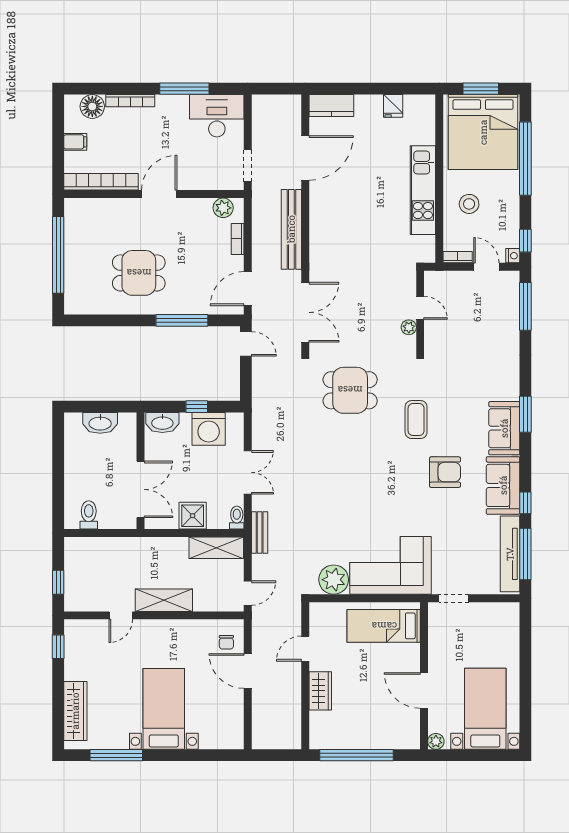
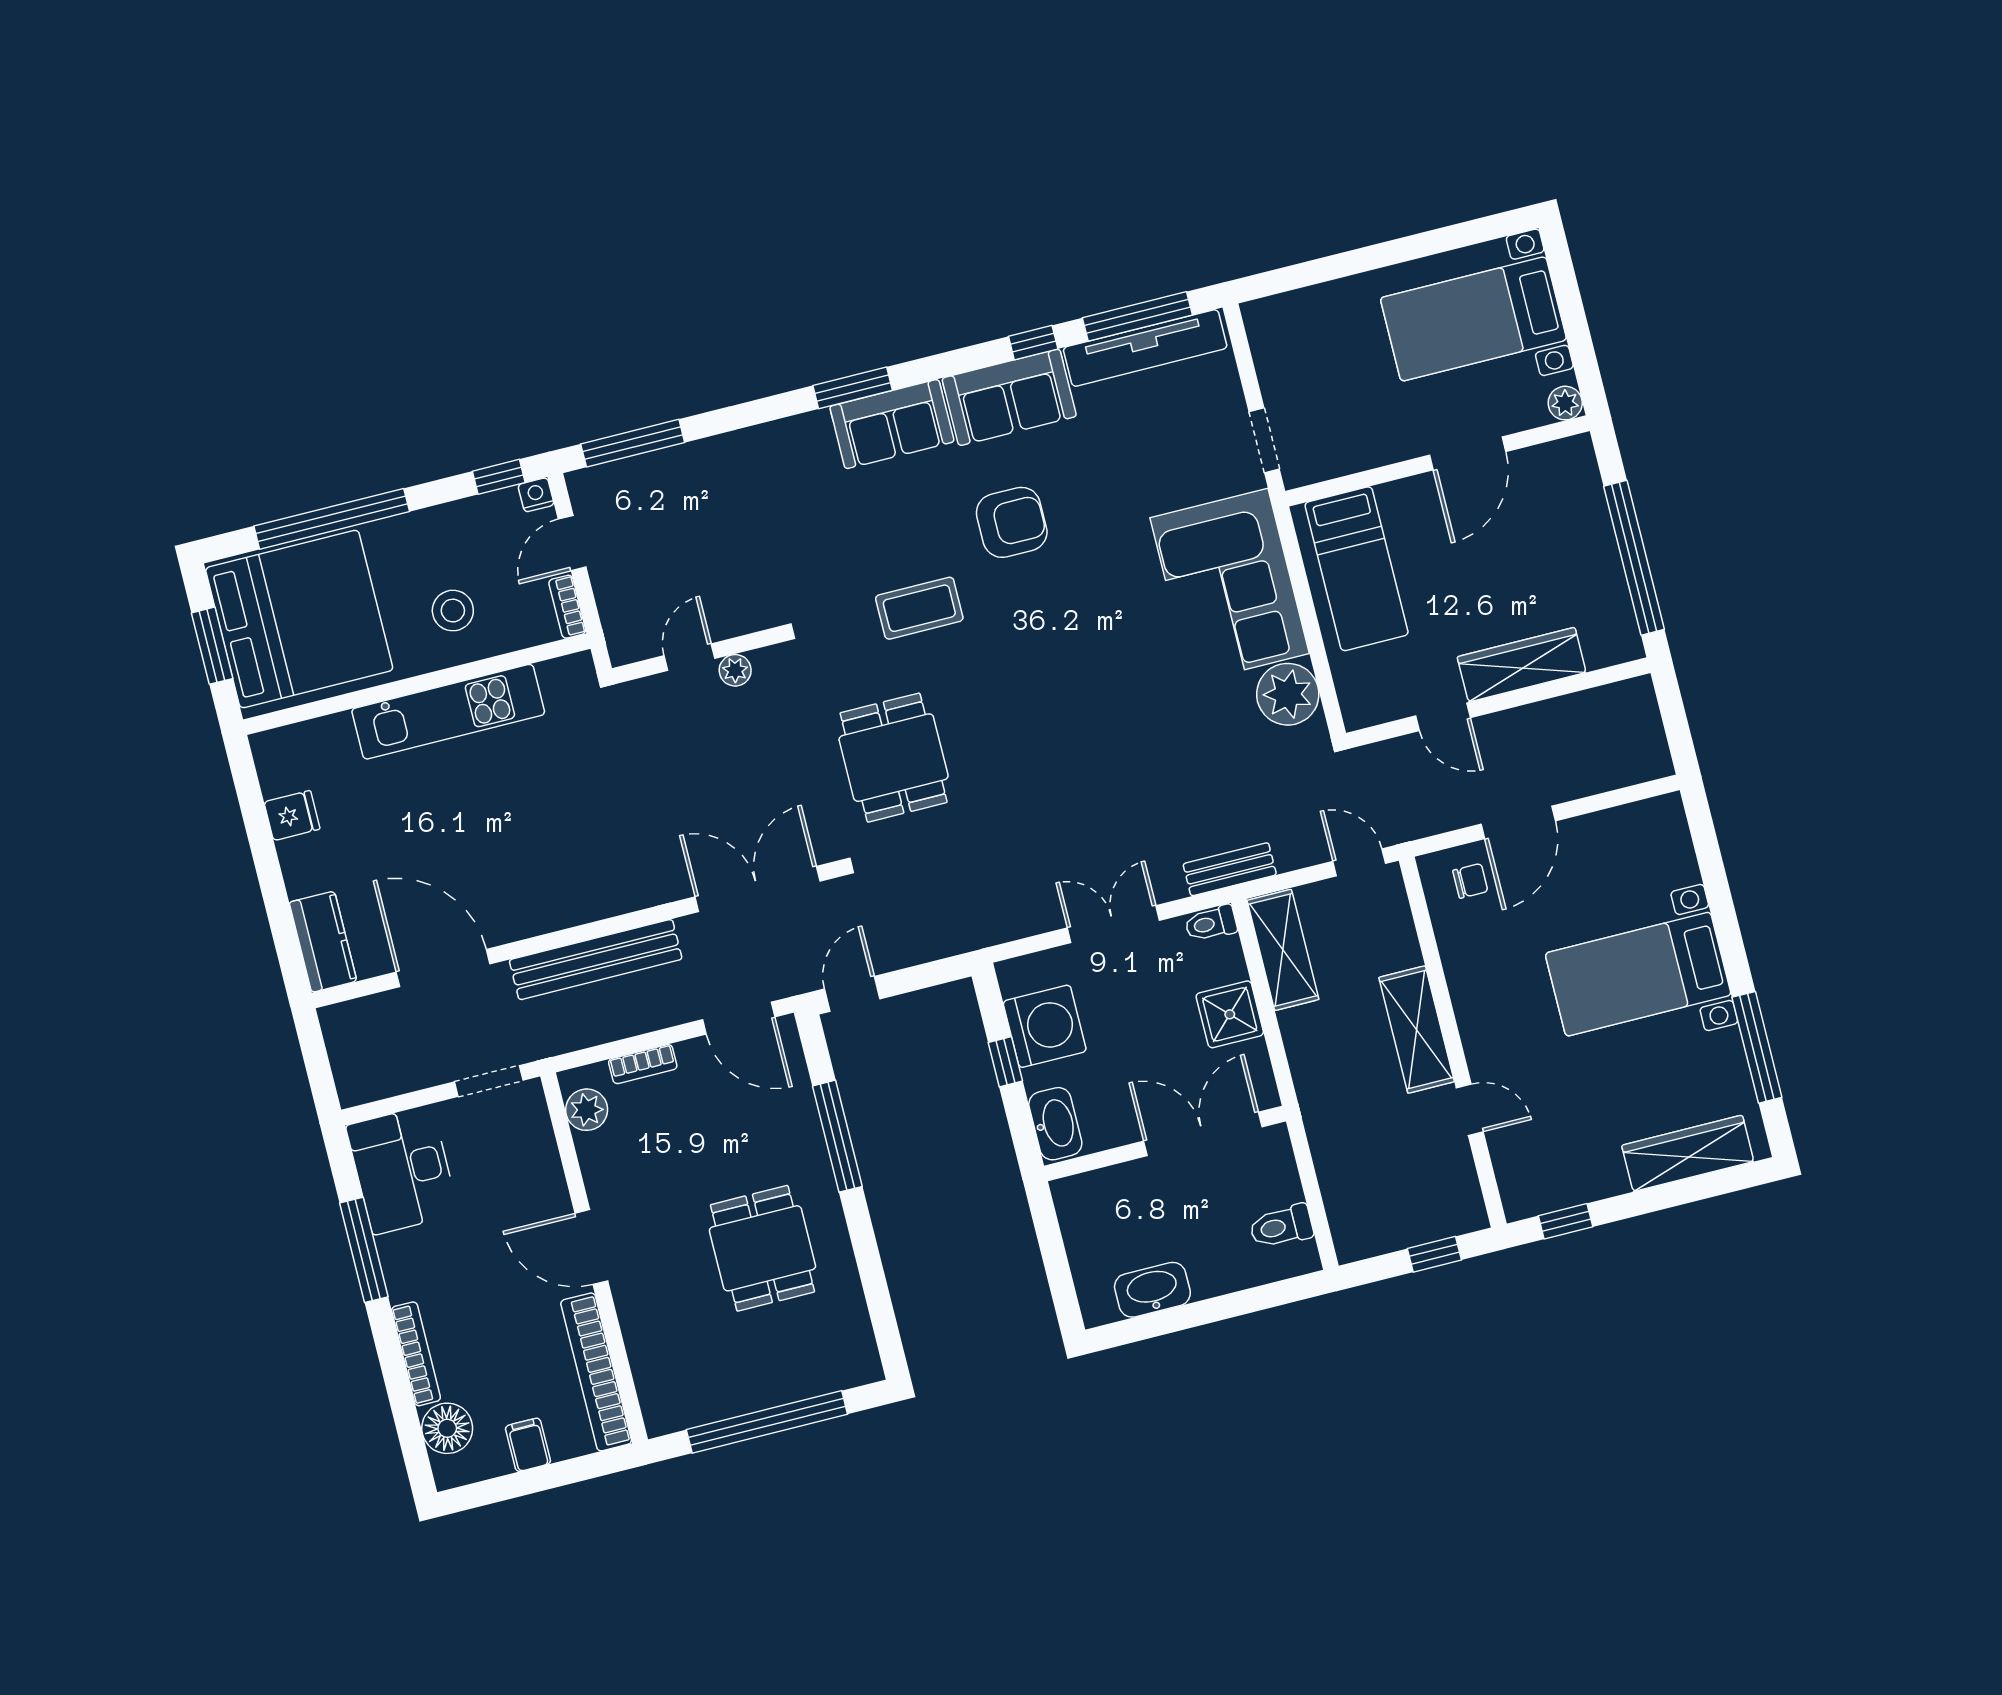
washbasin: (100, 423) -> (1152, 1290), moved, turned -90
armchair: (445, 472) -> (1012, 522), turned 90
wardrobe: (320, 691) -> (1522, 665), width x1.50

